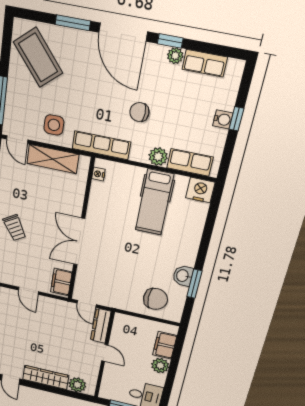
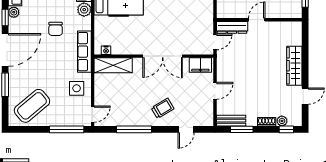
shelving: (53, 159) -> (113, 65), moved, turned 90
plant: (77, 385) -> (294, 38), removed

